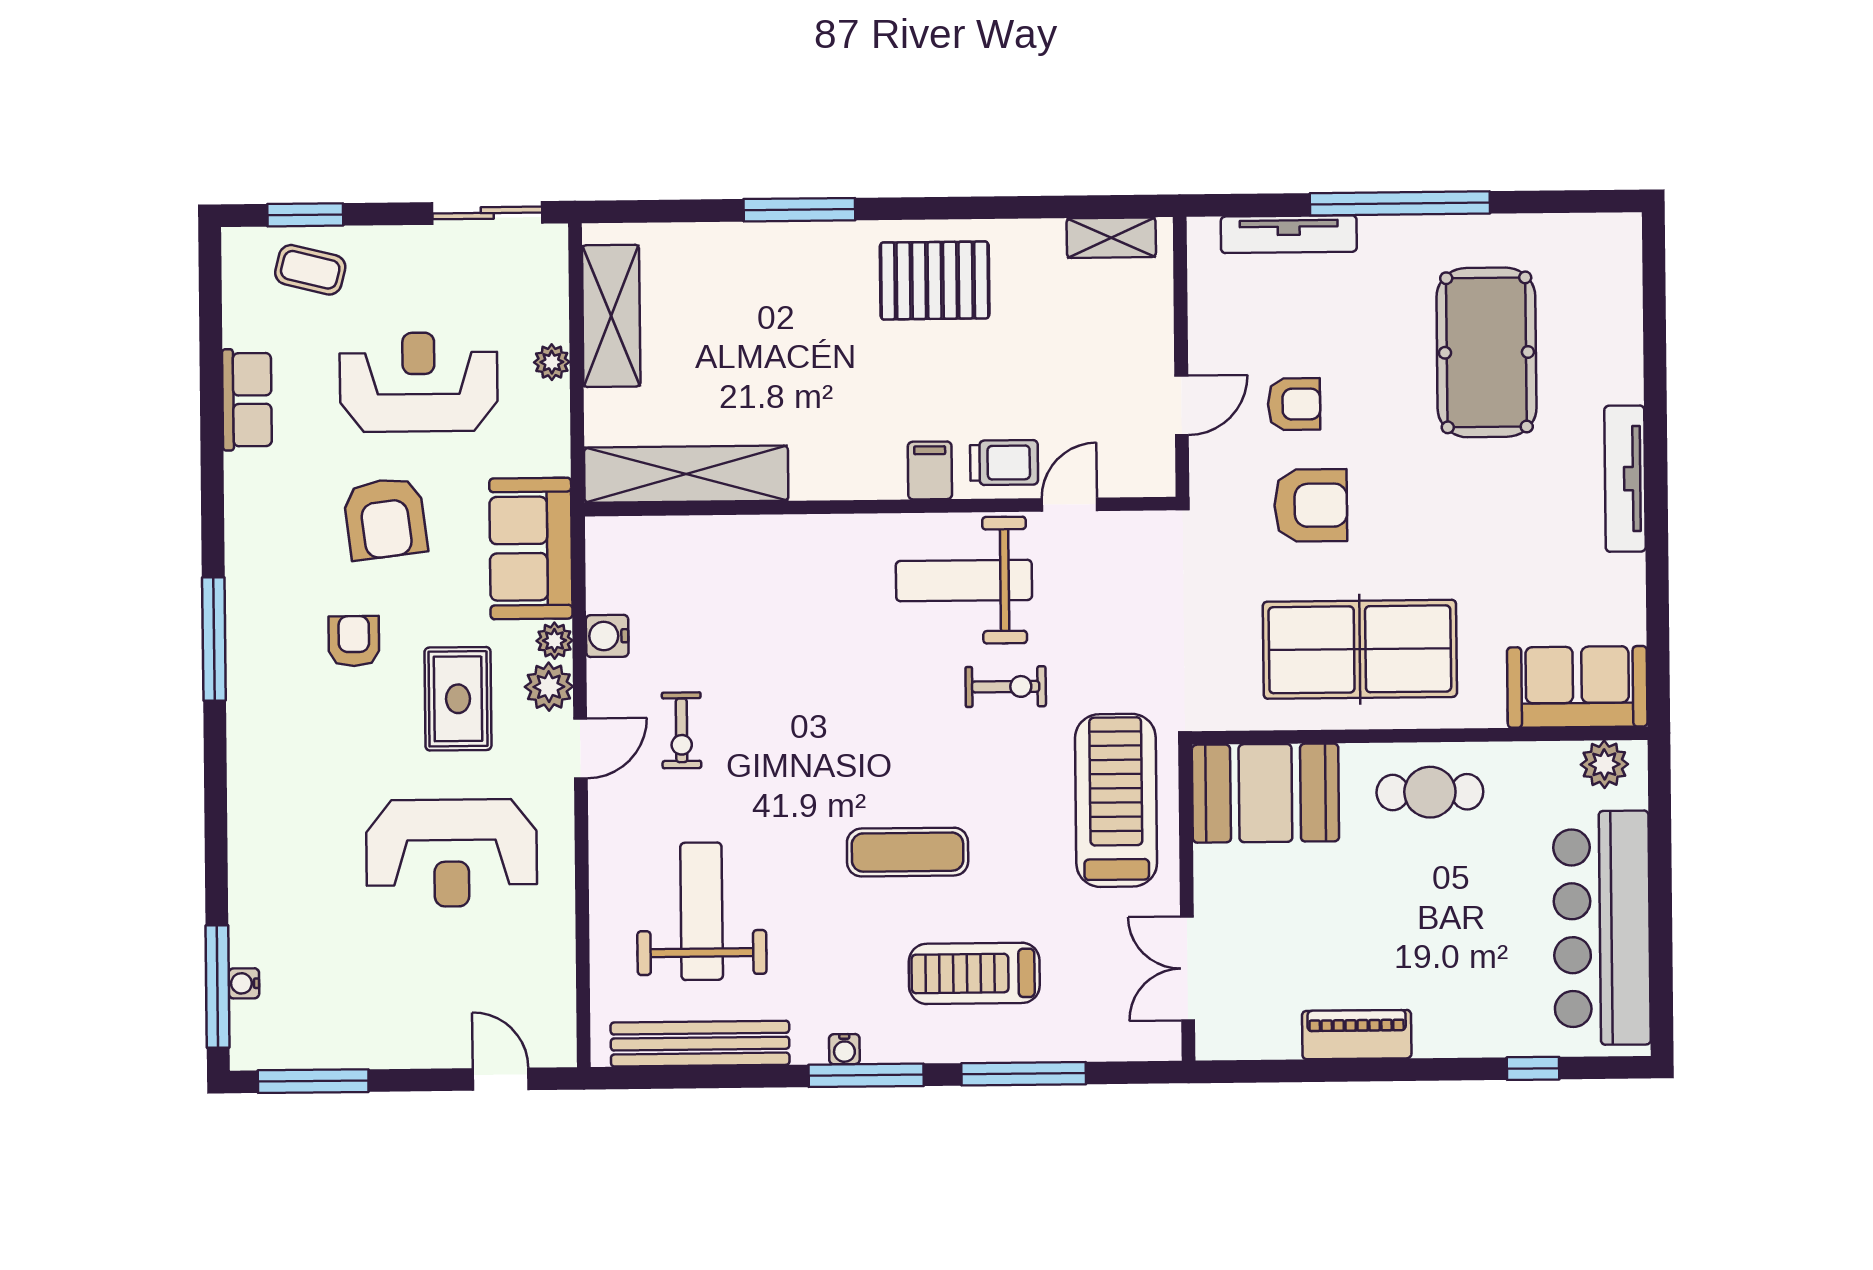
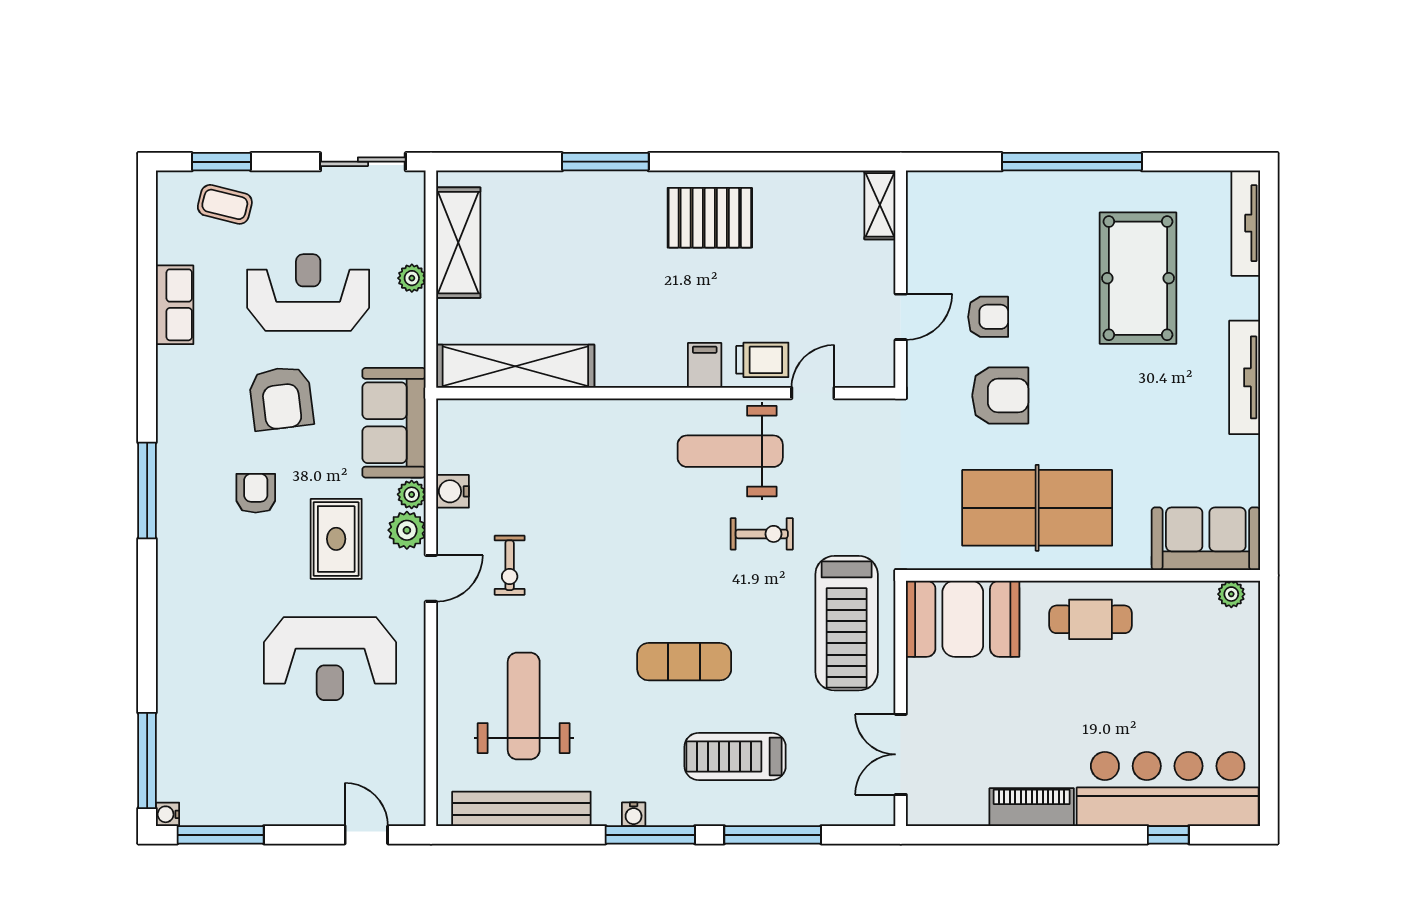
tv unit: (1289, 234) -> (1246, 223), moved, turned 90
shelving: (1111, 238) -> (880, 205), moved, turned 90
plant: (1604, 764) -> (1231, 594), width x0.73, depth x0.73
treadmill: (1116, 800) -> (847, 623), turned 180
bar counter: (1602, 928) -> (1168, 789), moved, turned 90
water cooler: (244, 983) -> (167, 814), moved

